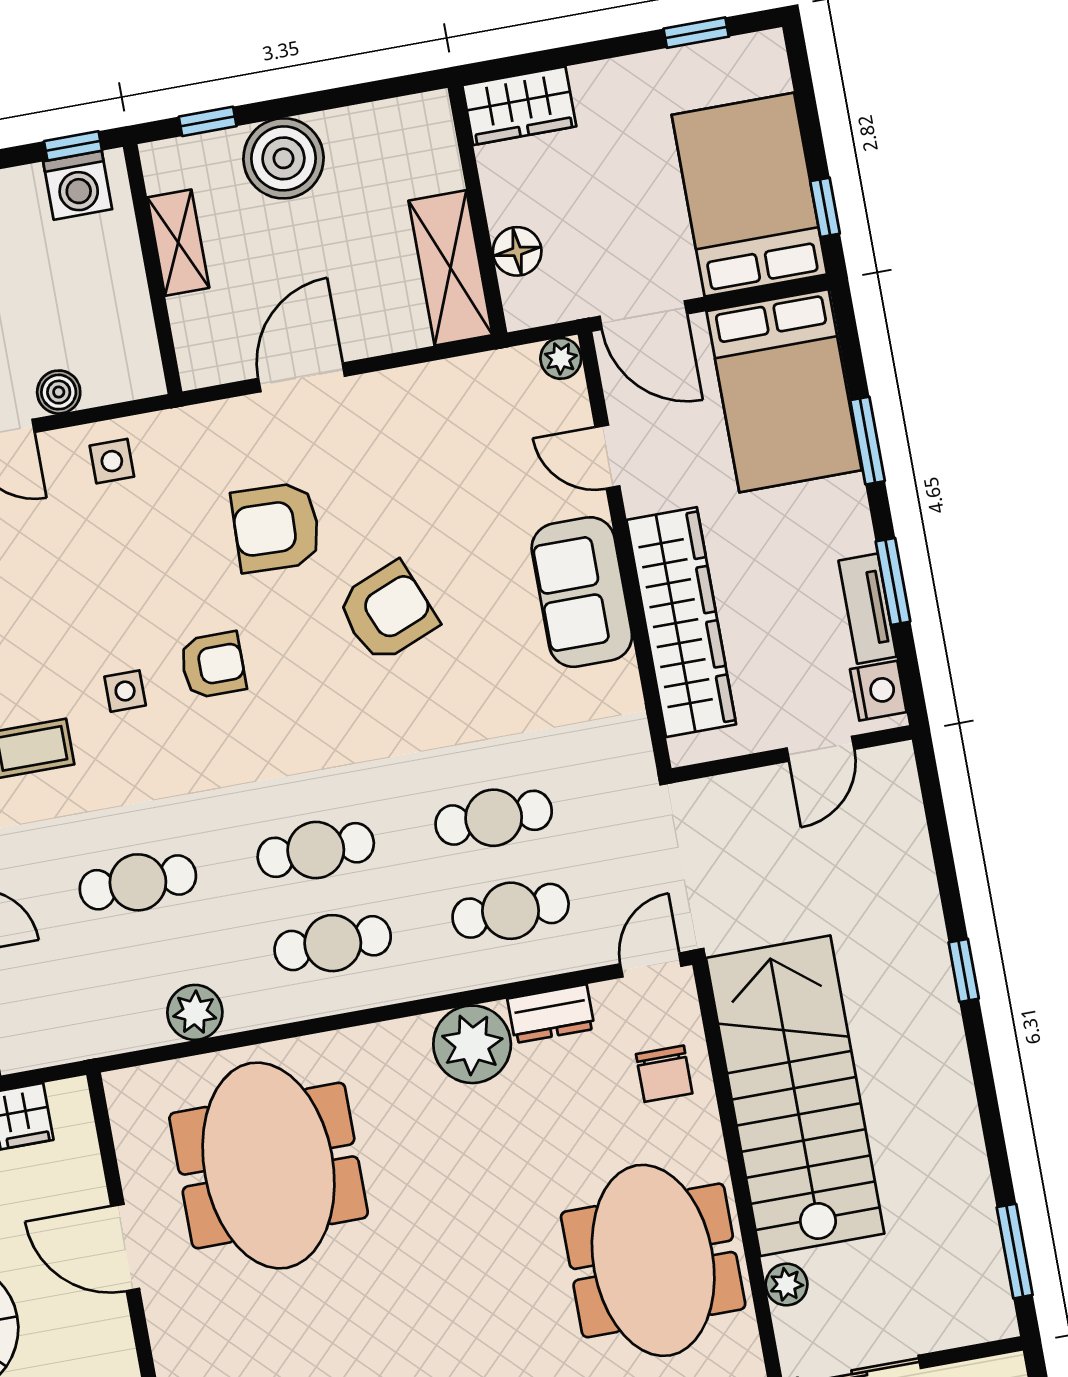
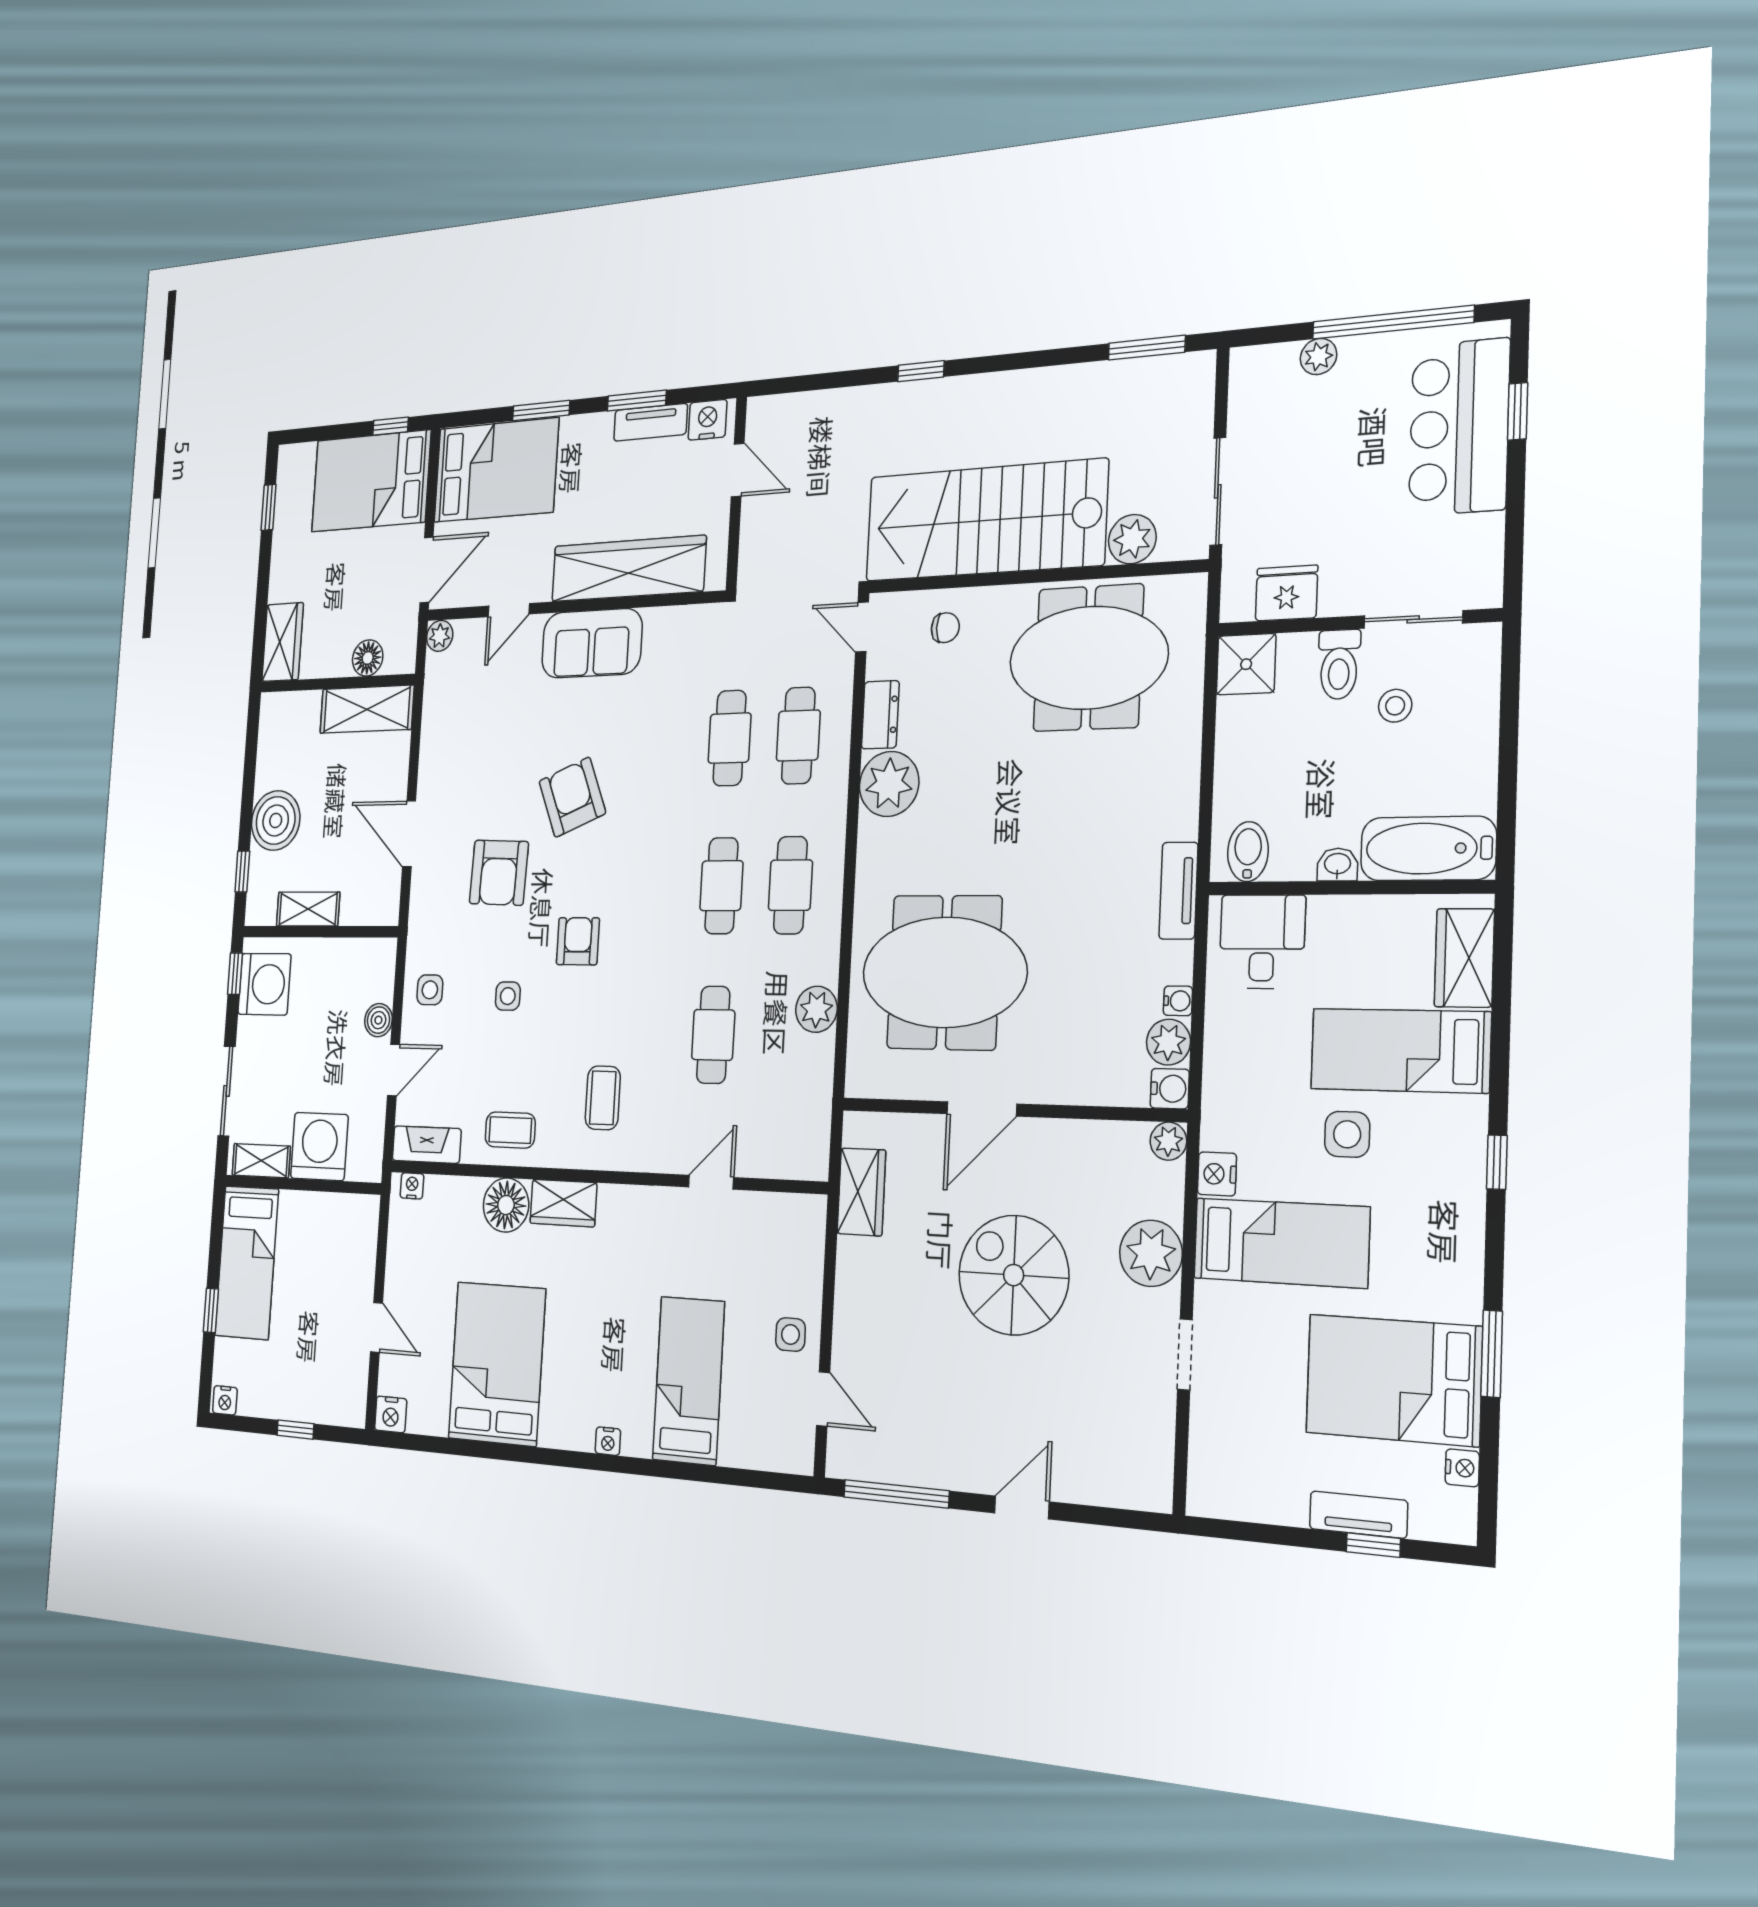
washing machine: (78, 185) -> (264, 984), width x1.37, depth x1.37
side table: (125, 691) -> (508, 996), moved
chair: (664, 1074) -> (945, 628), width x0.73, depth x0.73
plant: (787, 1285) -> (1132, 539), width x1.38, depth x1.38

